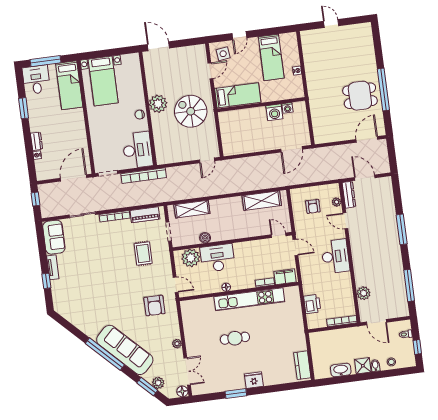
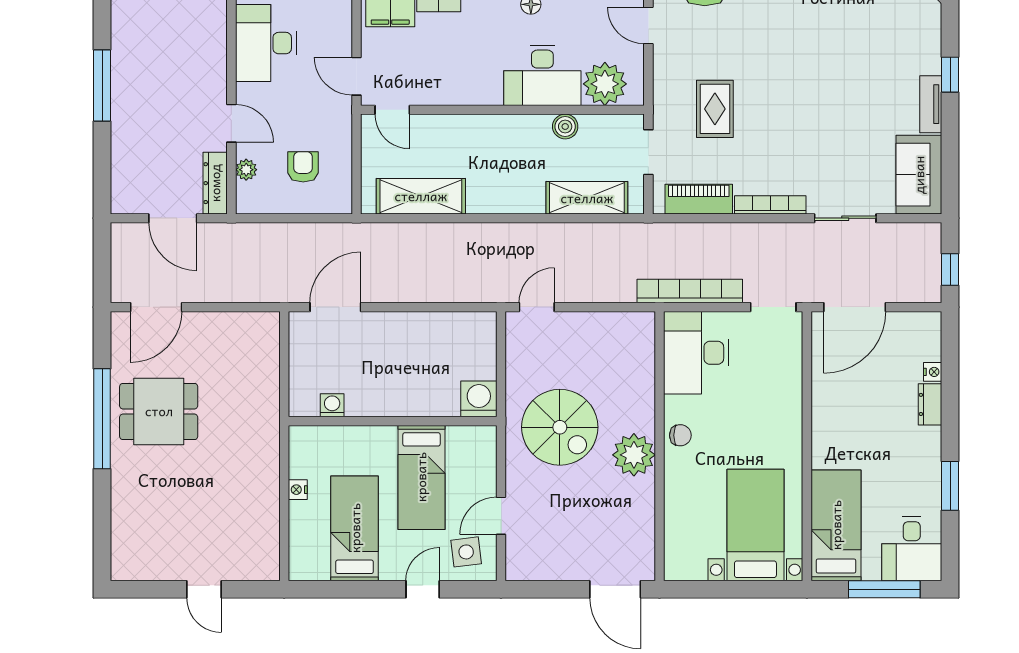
bed: (238, 95) -> (421, 477), moved, turned -90
washing machine: (274, 112) -> (479, 399), moved

